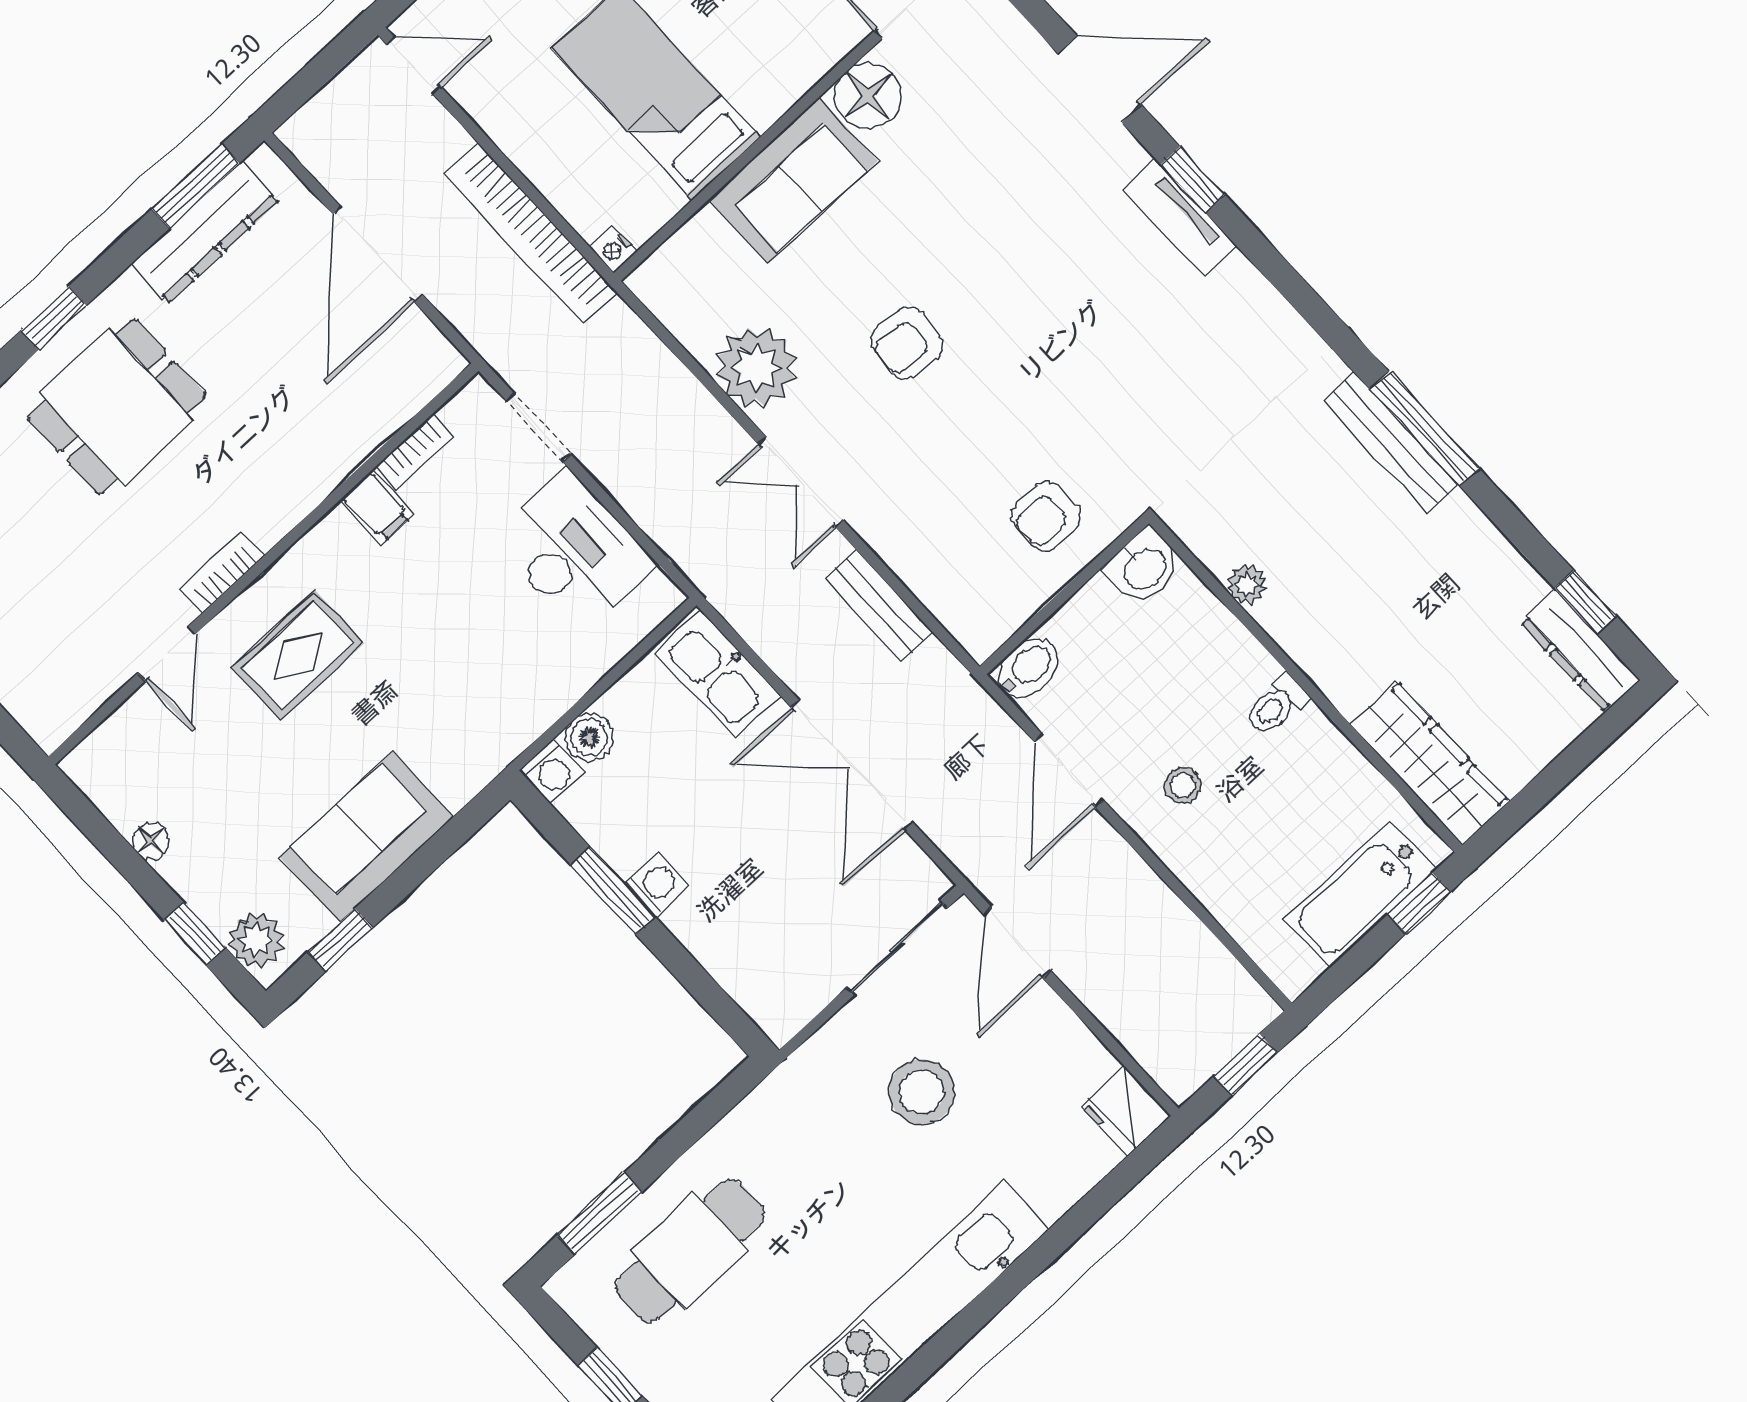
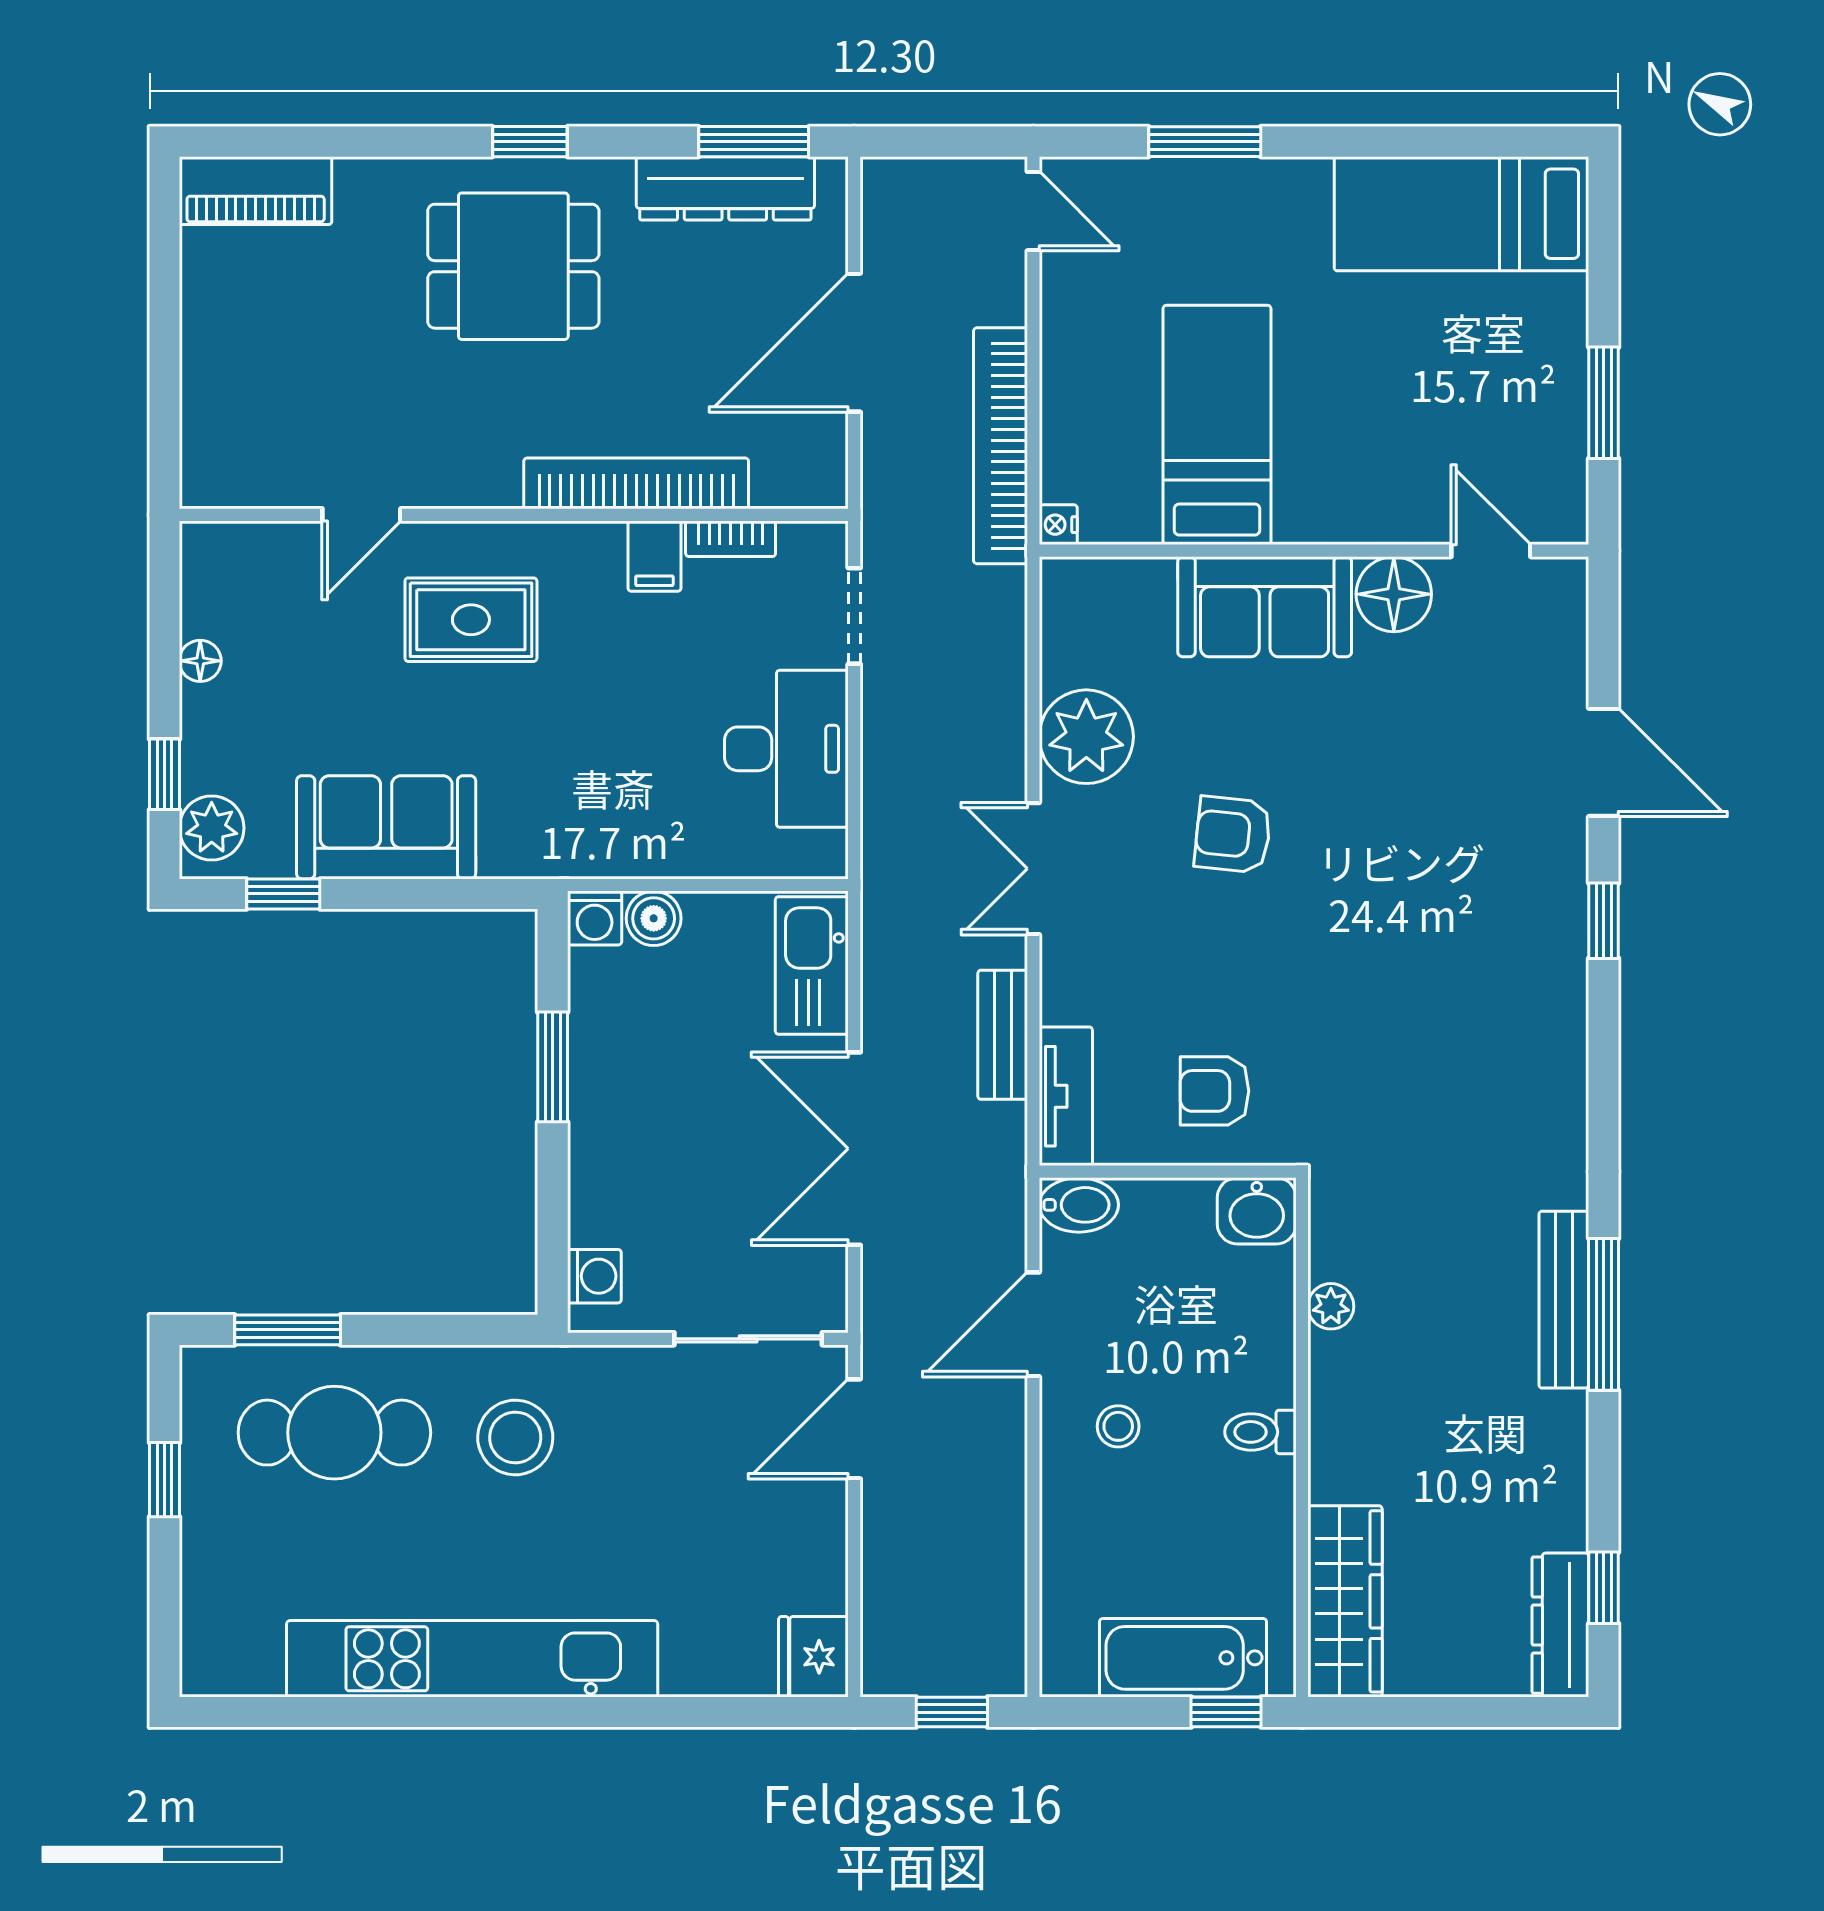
tv unit: (1180, 218) -> (1066, 1096), moved, turned 180
bookcase: (222, 572) -> (636, 483), moved, width x2.31, depth x1.31
washing machine: (657, 885) -> (594, 1276), moved
stool: (922, 1092) -> (515, 1437), moved

